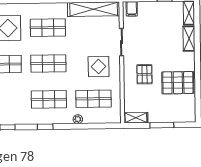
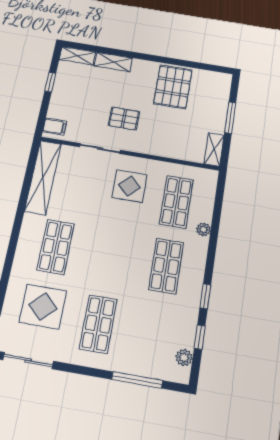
shop shelf: (48, 64) -> (111, 256), removed
pallet: (144, 74) -> (124, 119), moved
window: (45, 127) -> (205, 296), moved

